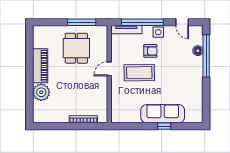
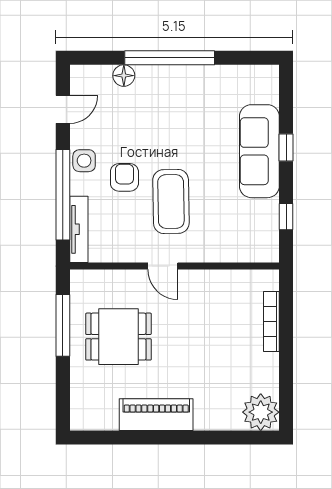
window: (206, 56) -> (170, 58), moved
plant: (41, 92) -> (261, 412), moved
window: (132, 126) -> (286, 217), added

